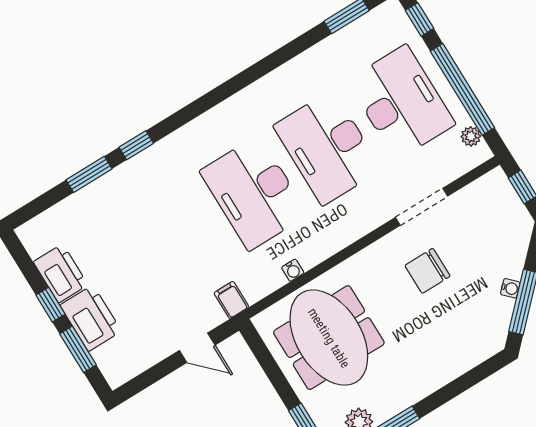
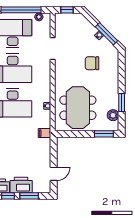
chair: (427, 271) -> (92, 63), moved, turned 90
meeting table: (329, 338) -> (78, 108), turned 90
door: (197, 348) -> (54, 174), moved

